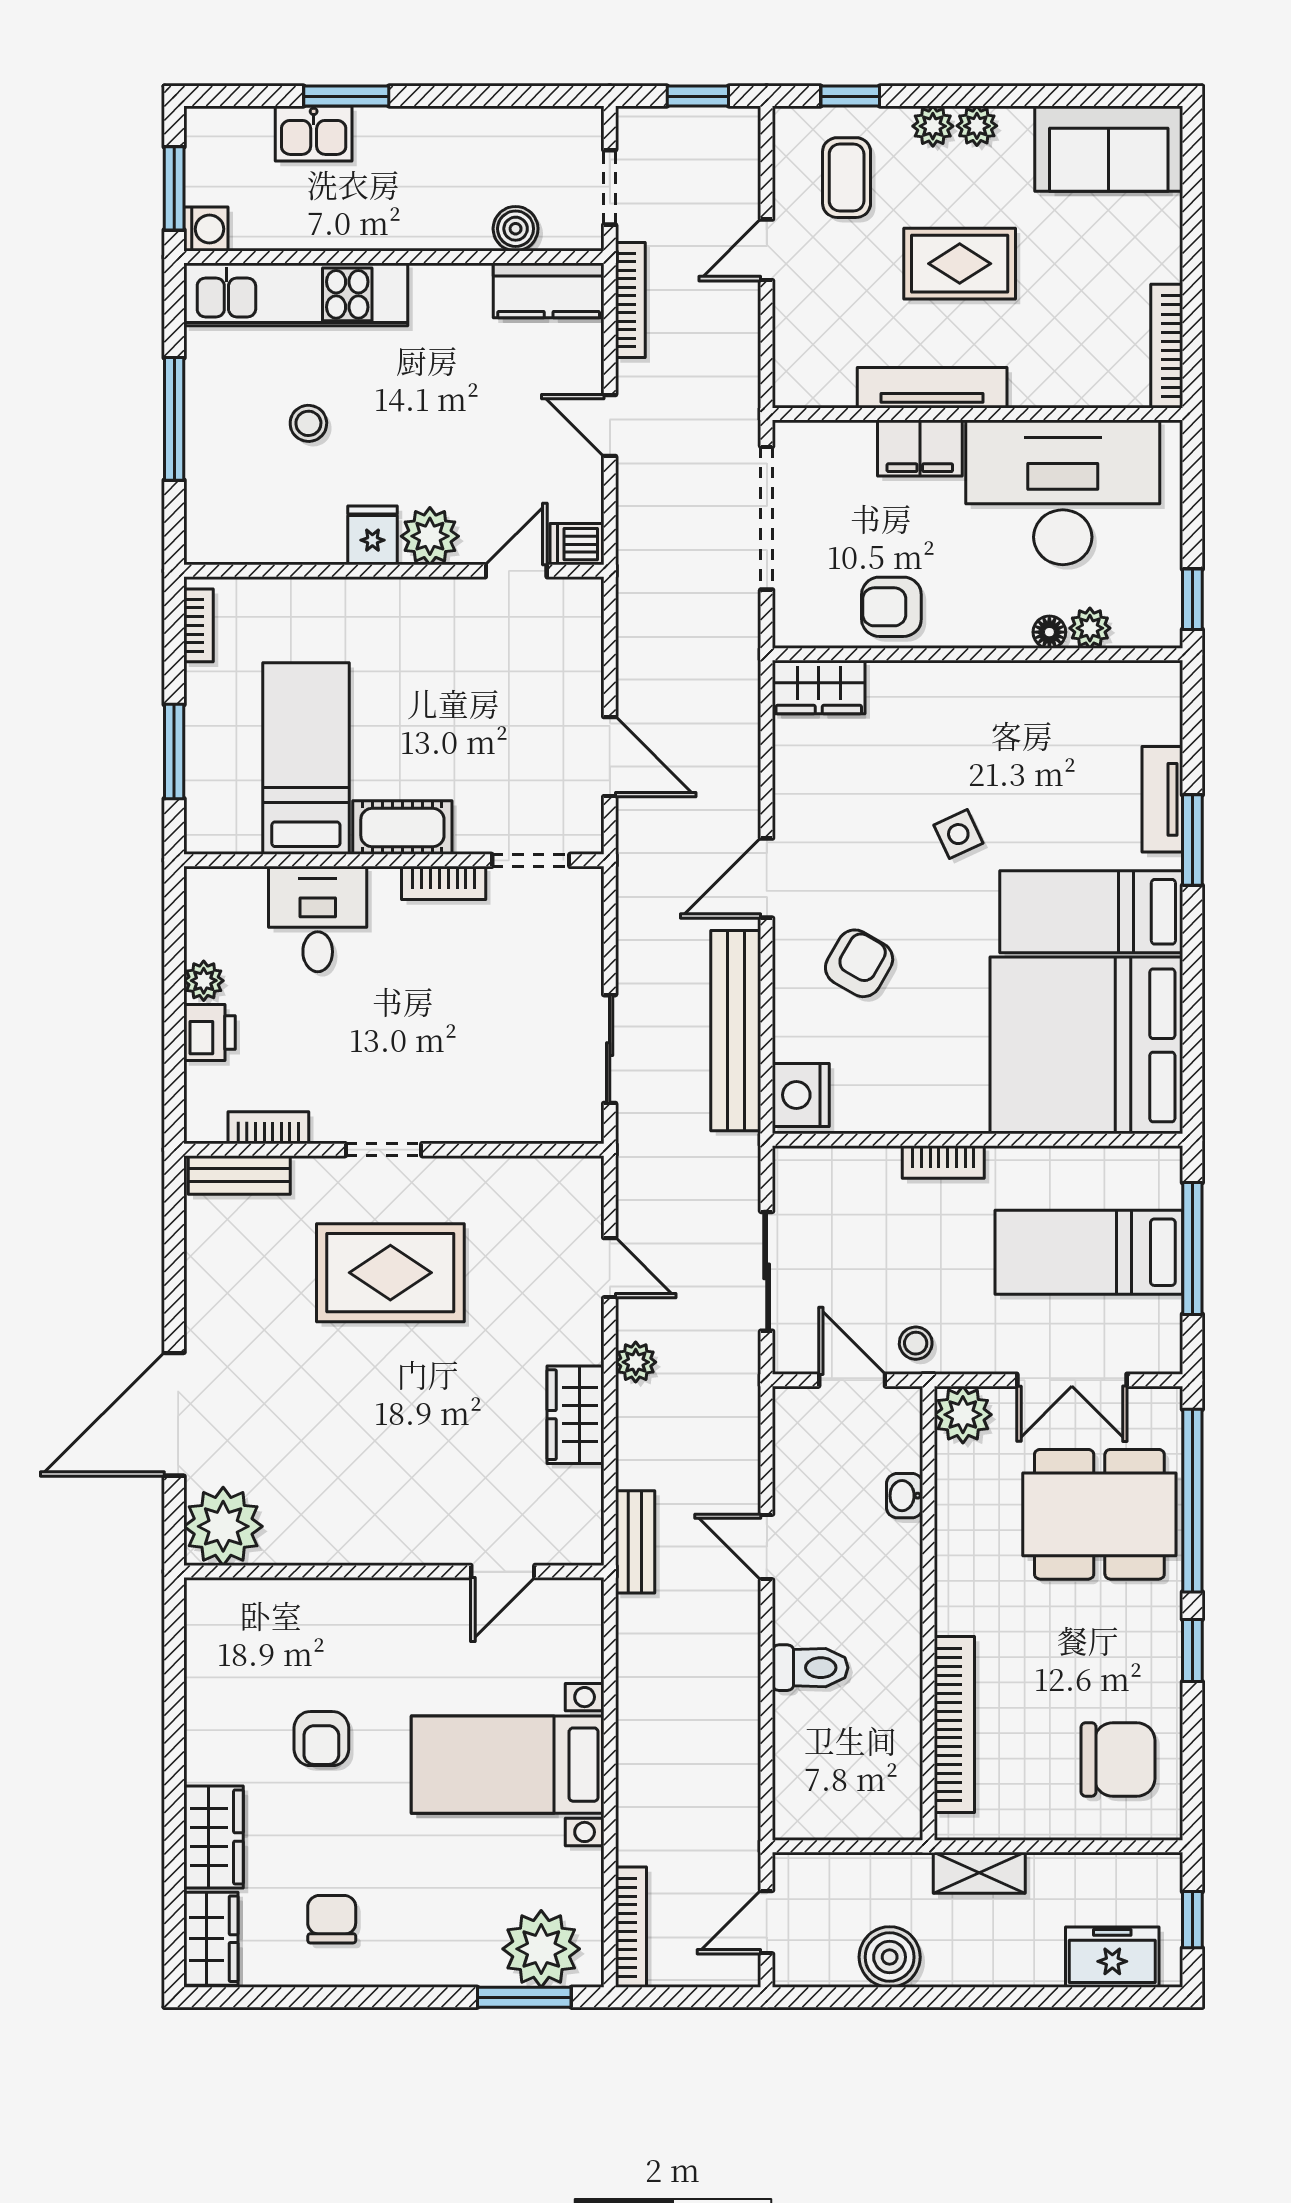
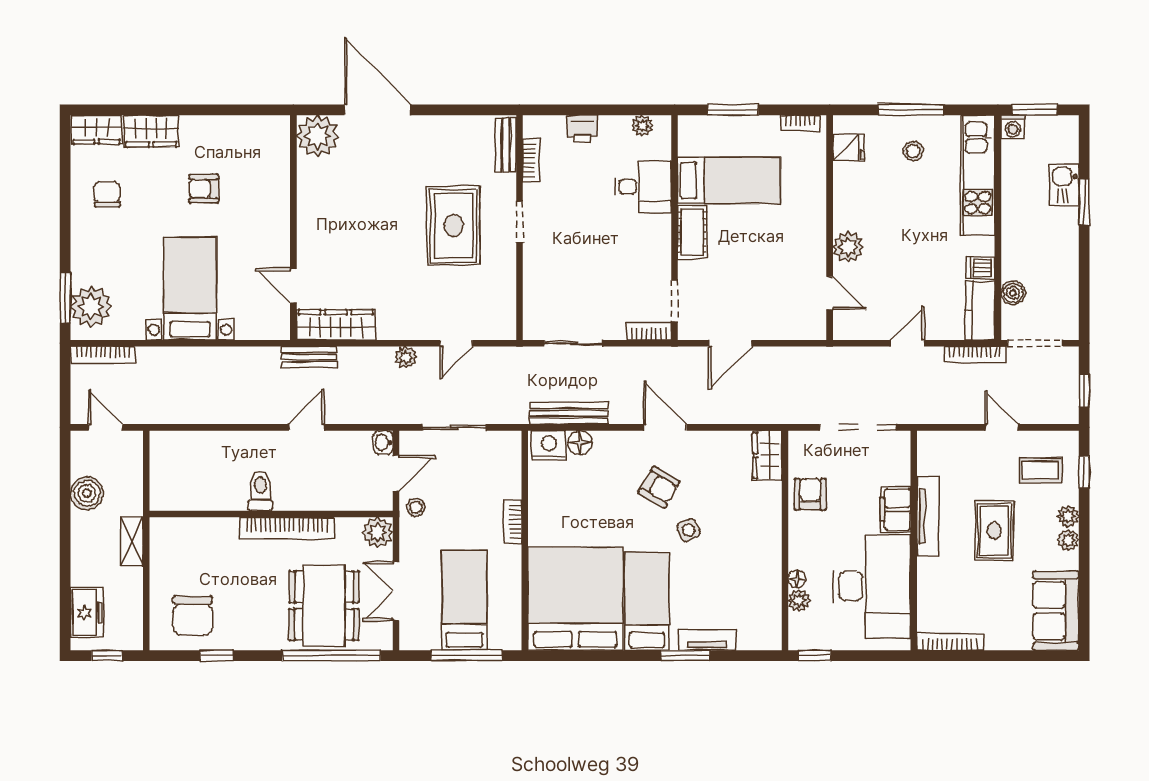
doorway: (610, 187) -> (1035, 343), width x1.38
stool: (308, 423) -> (913, 151), moved
fridge: (372, 535) -> (849, 148), moved
dishwasher: (577, 544) -> (980, 268), moved, turned -90
bookcase: (444, 883) -> (649, 331), moved, turned 90
armchair: (859, 963) -> (659, 487), moved
plant: (204, 981) -> (642, 126), moved
bench: (736, 1031) -> (569, 413), width x0.73, depth x0.82
floor lamp: (795, 1037) -> (580, 443), added
wardrobe: (575, 1415) -> (336, 325), moved, width x1.50
washbasin: (905, 1496) -> (383, 442), moved, turned -90
window: (1192, 1650) -> (217, 656), moved
toilet: (810, 1668) -> (260, 491), moved, turned 180
bookcase: (954, 1725) -> (287, 528), moved
chair: (332, 1919) -> (107, 194), turned -90

